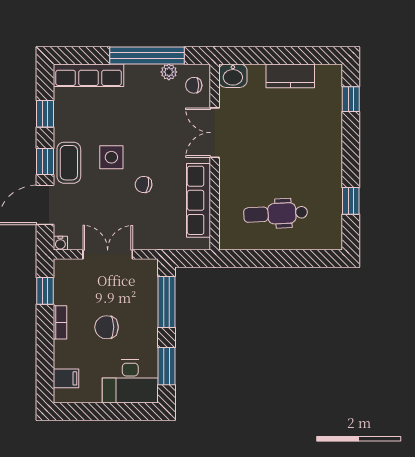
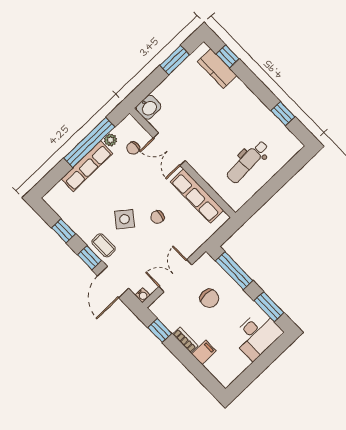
window: (299, 55) -> (175, 60), added
row of seats: (89, 75) -> (87, 166), moved
kitchen counter: (290, 76) -> (217, 69), moved, turned 90
chair: (194, 85) -> (133, 148), moved
side table: (111, 157) -> (125, 219), turned 38
coffee table: (69, 163) -> (104, 245), width x0.73, depth x0.77
chair: (107, 327) -> (209, 298), moved, turned -90
filing cabinet: (66, 378) -> (204, 352), moved

